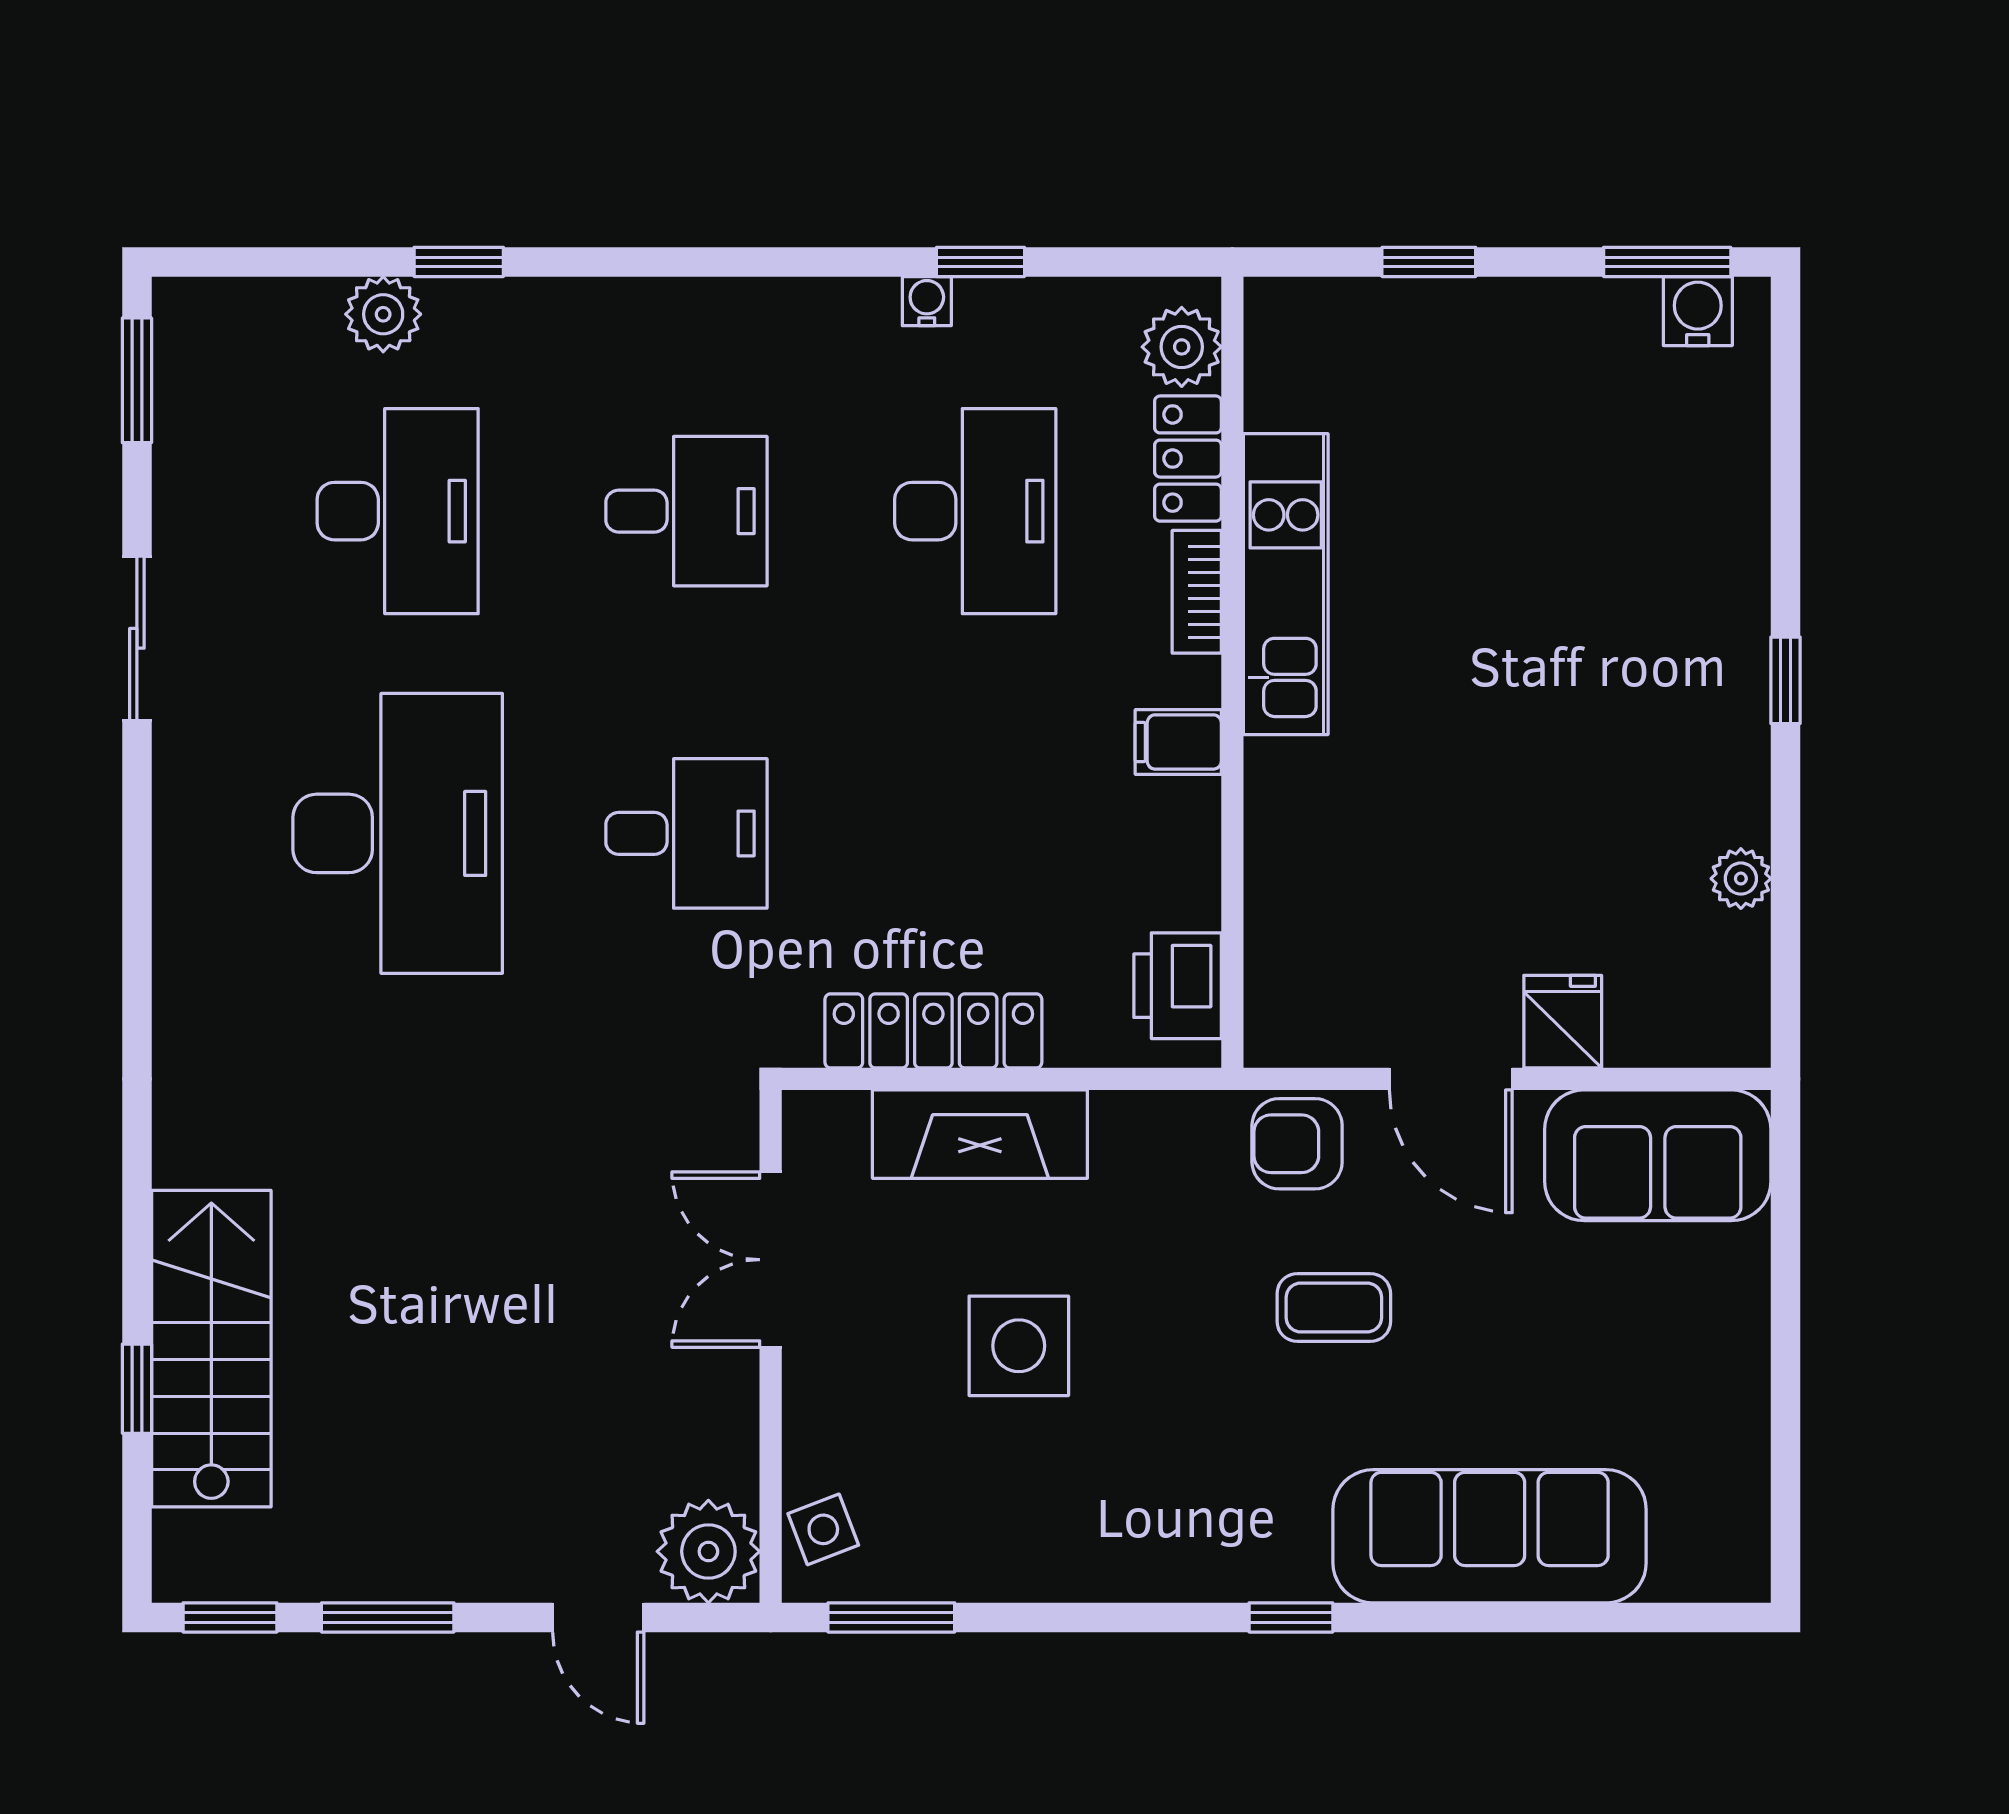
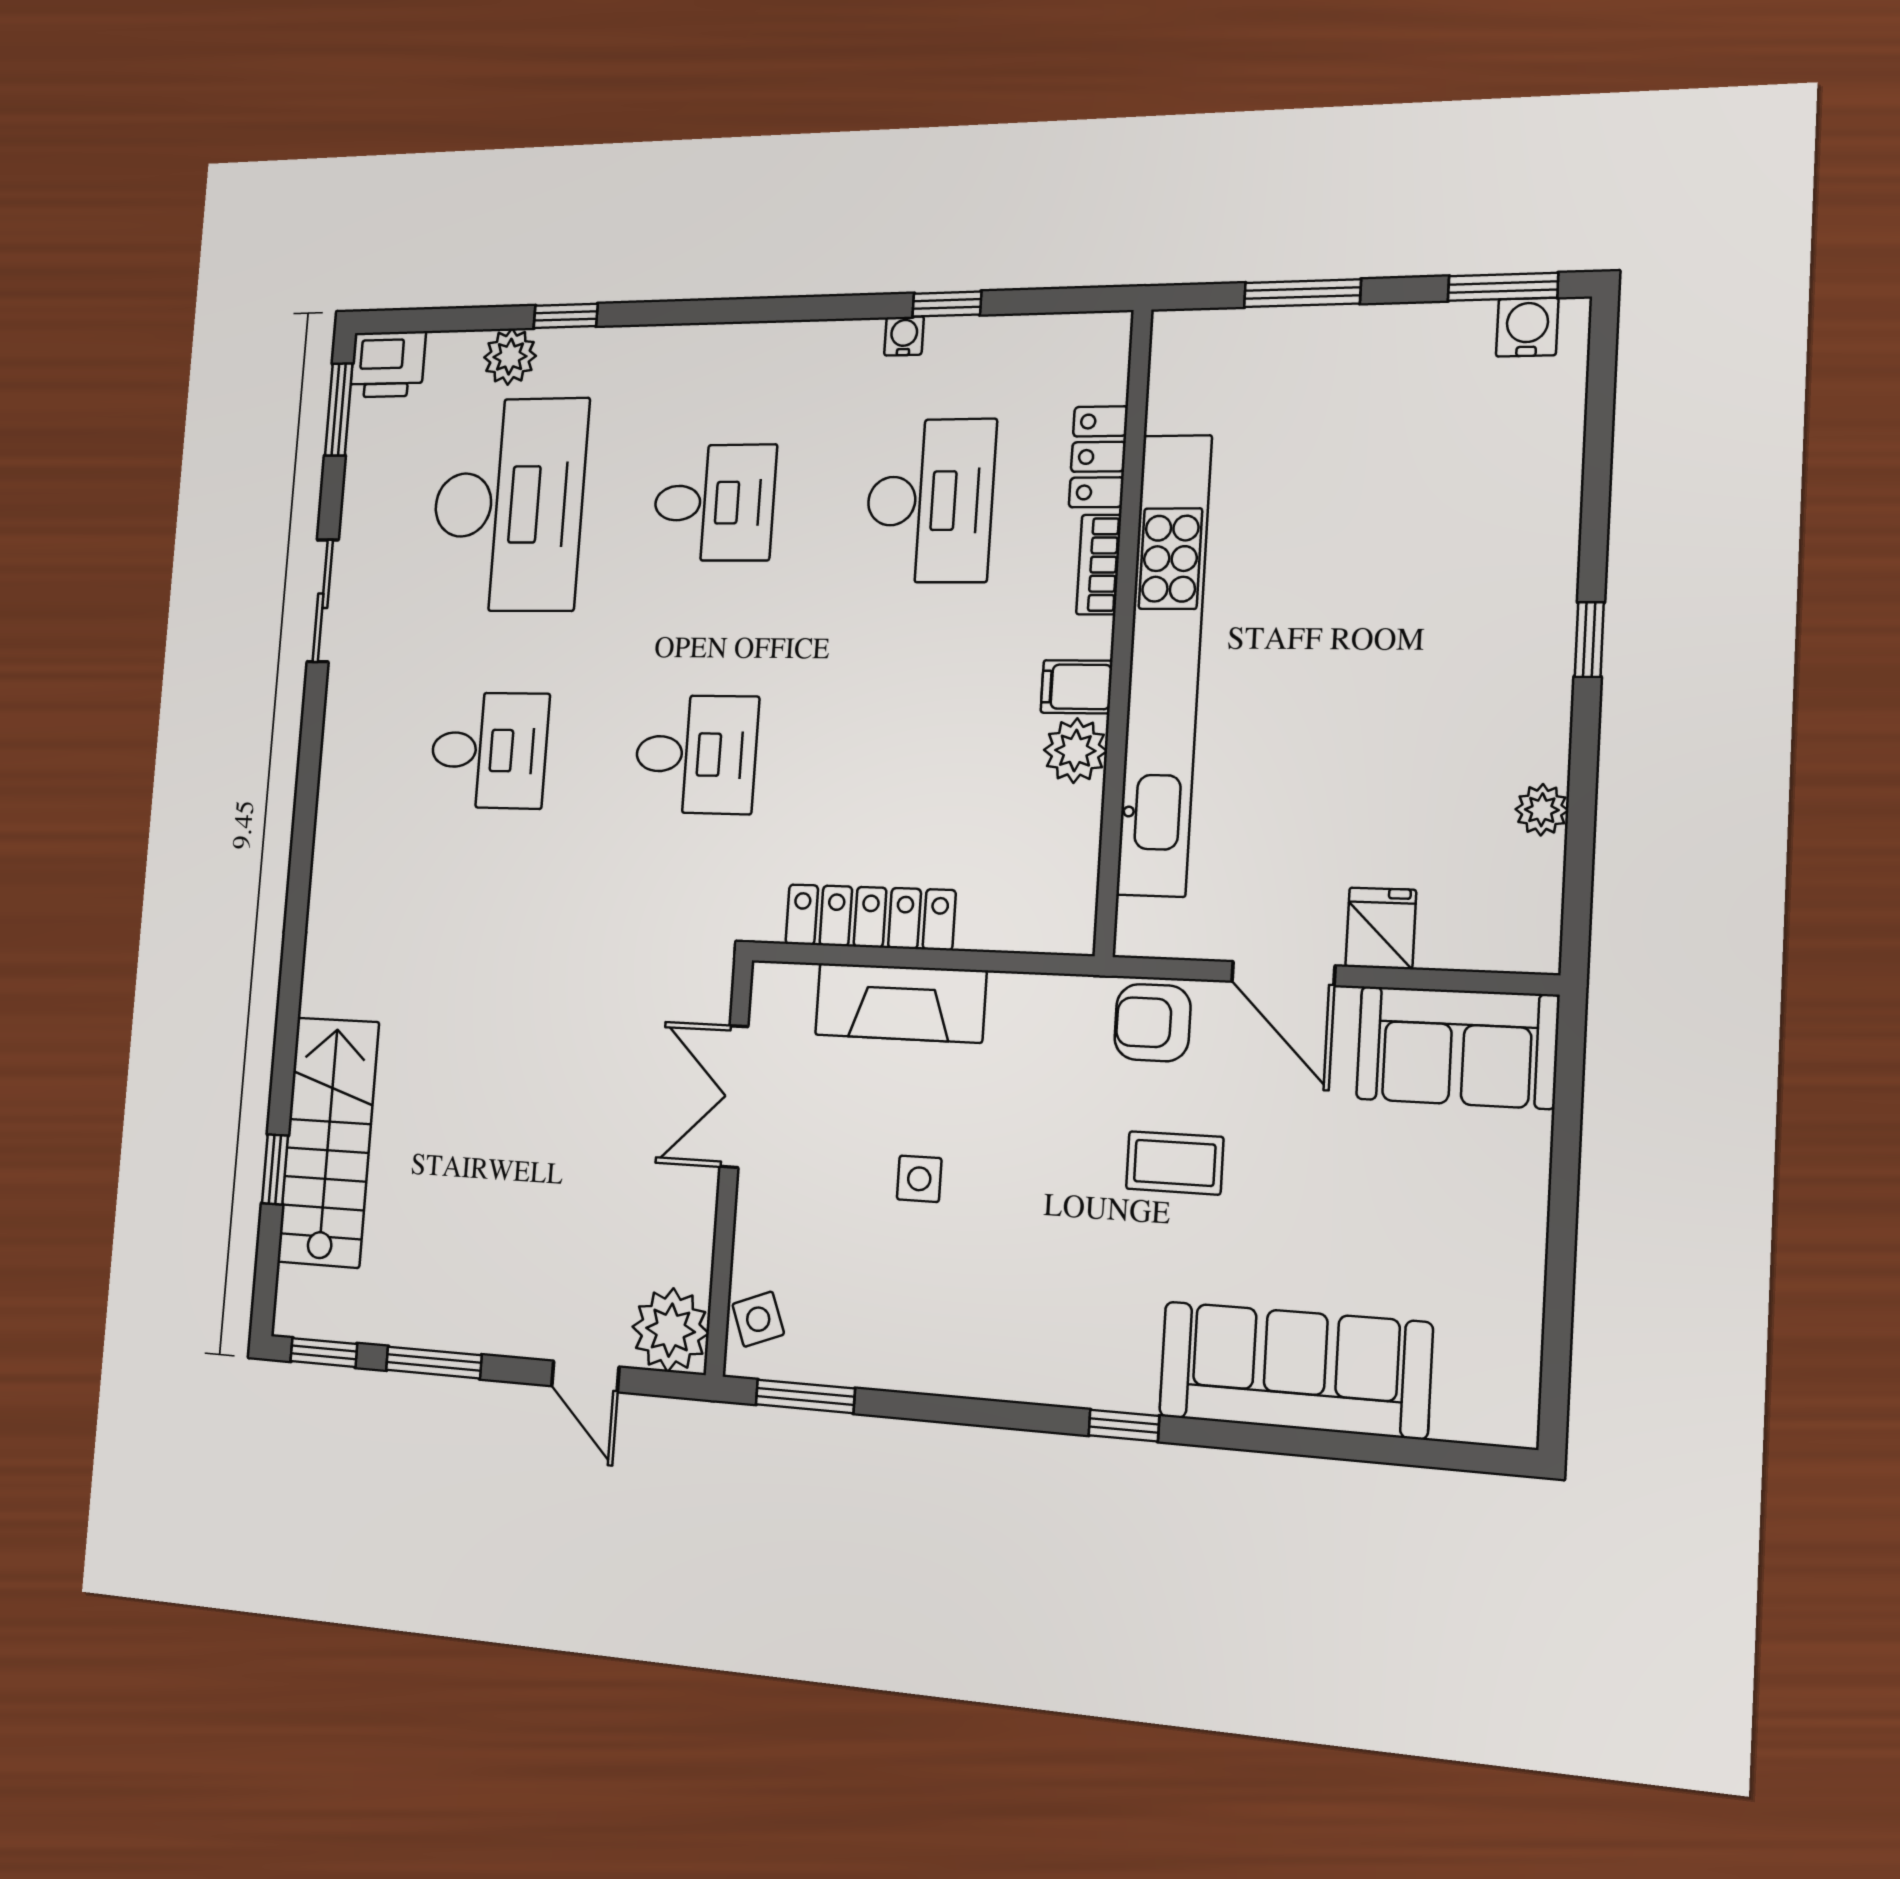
window: (1429, 262) -> (1302, 293), width x1.50
plant: (1182, 347) -> (1075, 751), moved
desk: (398, 511) -> (508, 505), width x1.36, depth x1.30
kitchen unit: (1286, 584) -> (1164, 664), width x1.86
desk: (398, 833) -> (489, 750), width x0.53, depth x0.77
printer: (1178, 986) -> (388, 364), moved, turned -90
side table: (1019, 1346) -> (919, 1179), width x0.54, depth x0.54

